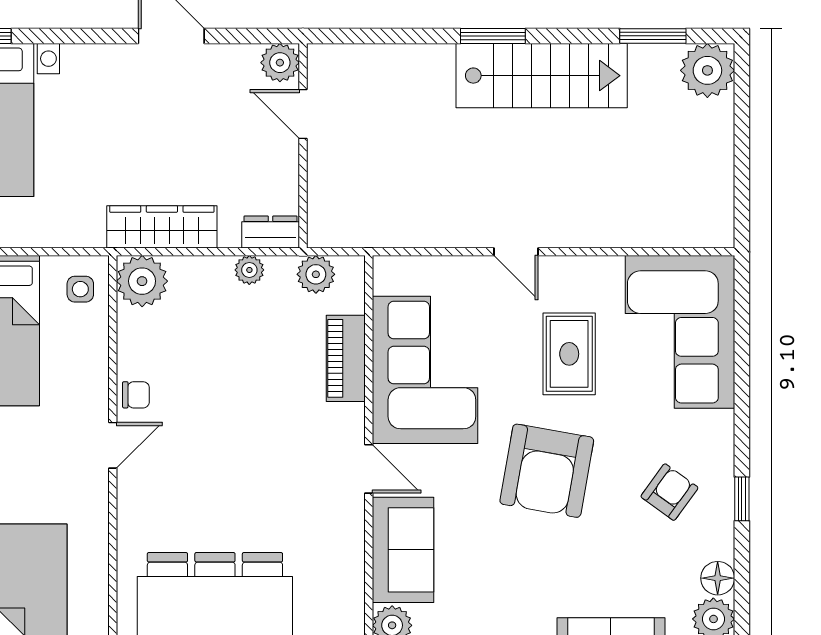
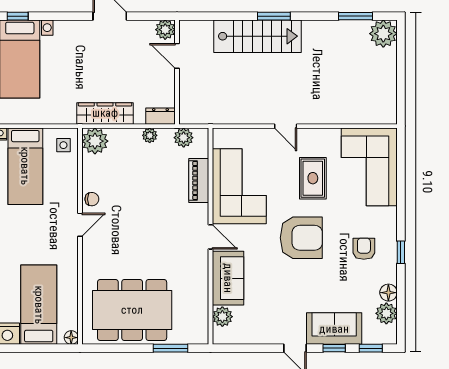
stairs: (542, 76) -> (257, 36), moved
armchair: (547, 471) -> (301, 238), turned -100
armchair: (669, 492) -> (364, 249), turned -36

